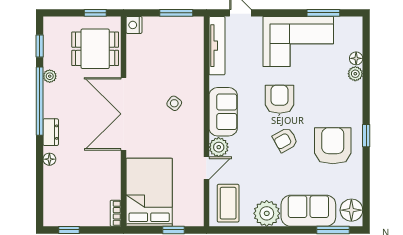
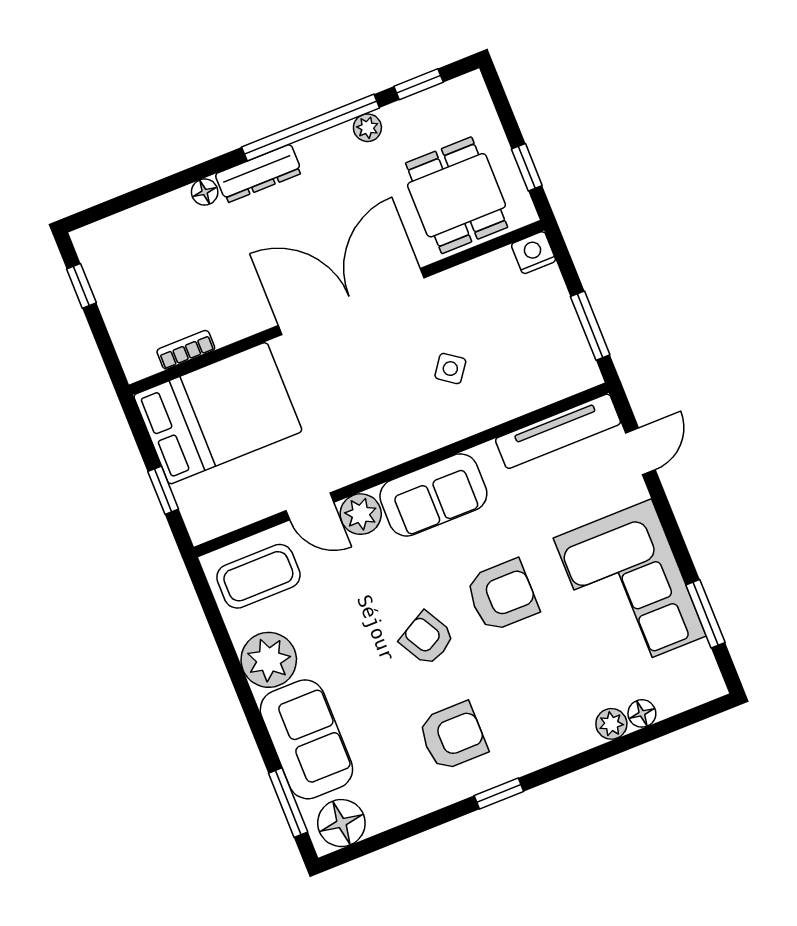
side table: (174, 103) -> (450, 369), moved
dresser: (51, 132) -> (259, 174), width x1.44
armchair: (333, 146) -> (453, 736), width x0.73, depth x0.73
bookcase: (116, 213) -> (186, 350), moved

